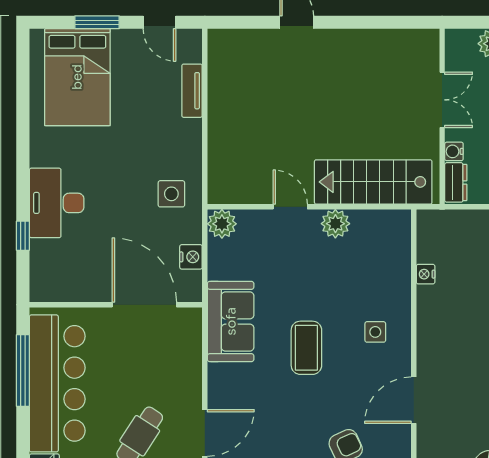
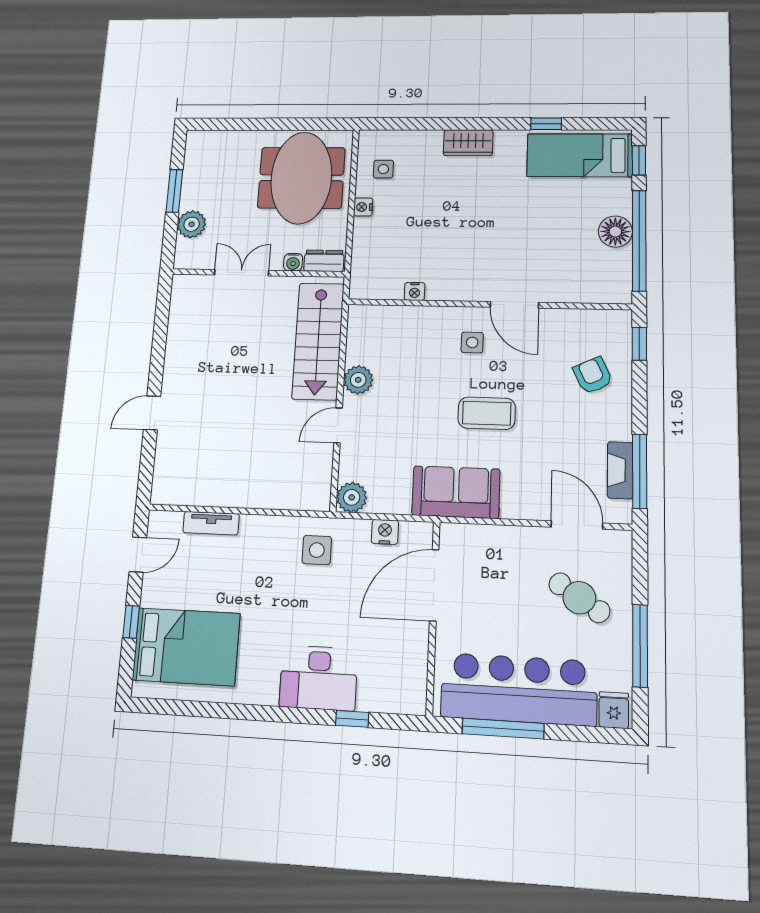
window: (97, 22) -> (131, 622), width x0.67
door: (414, 400) -> (514, 305), moved

